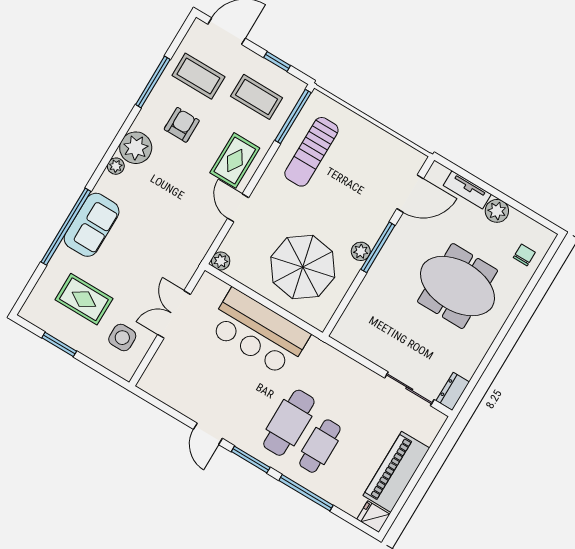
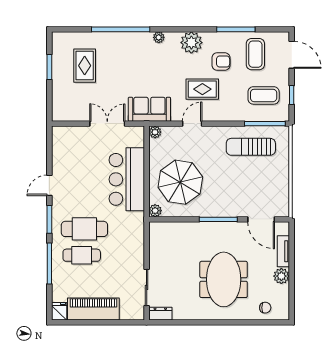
coffee table: (257, 97) -> (264, 95), turned 90
rug: (235, 160) -> (202, 89), moved
plant: (116, 166) -> (159, 37), moved
sofa: (92, 225) -> (149, 109), moved, turned 180
plant: (361, 251) -> (155, 211), moved
side table: (122, 338) -> (76, 101), removed

